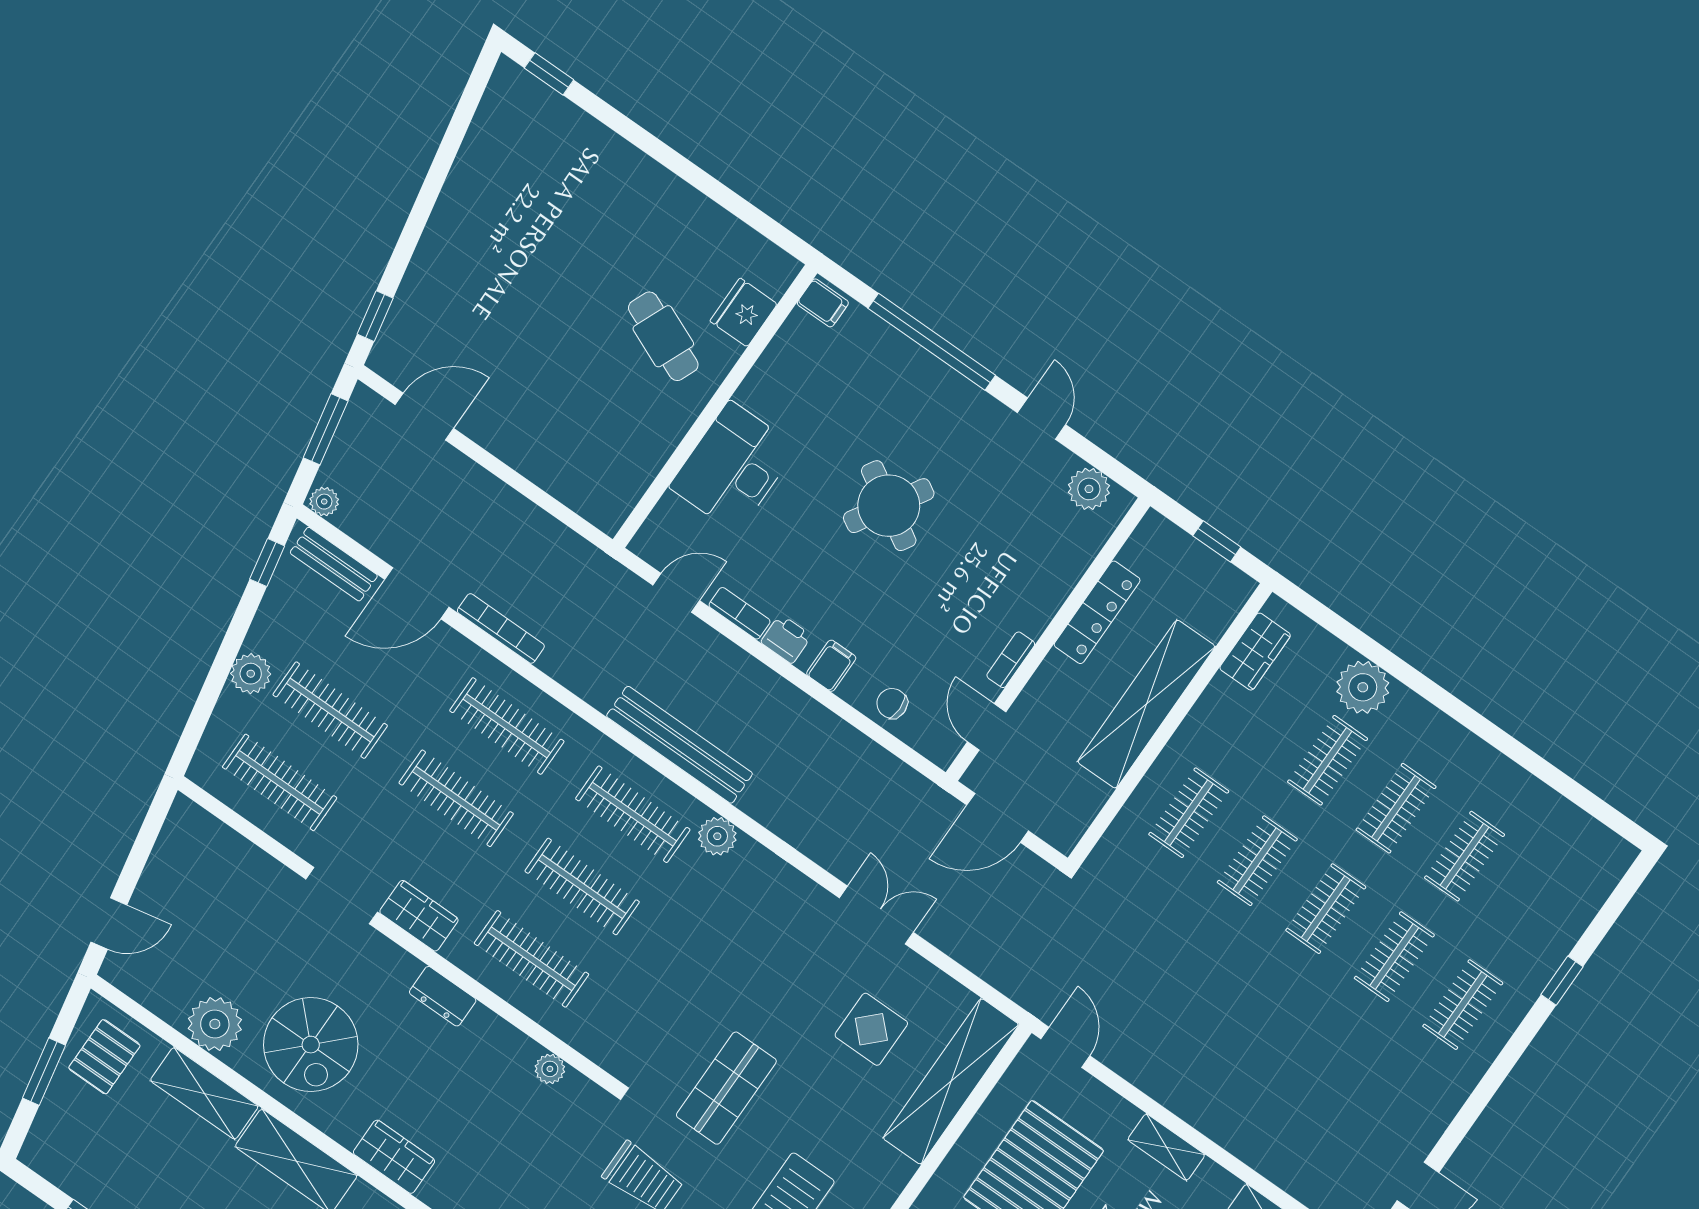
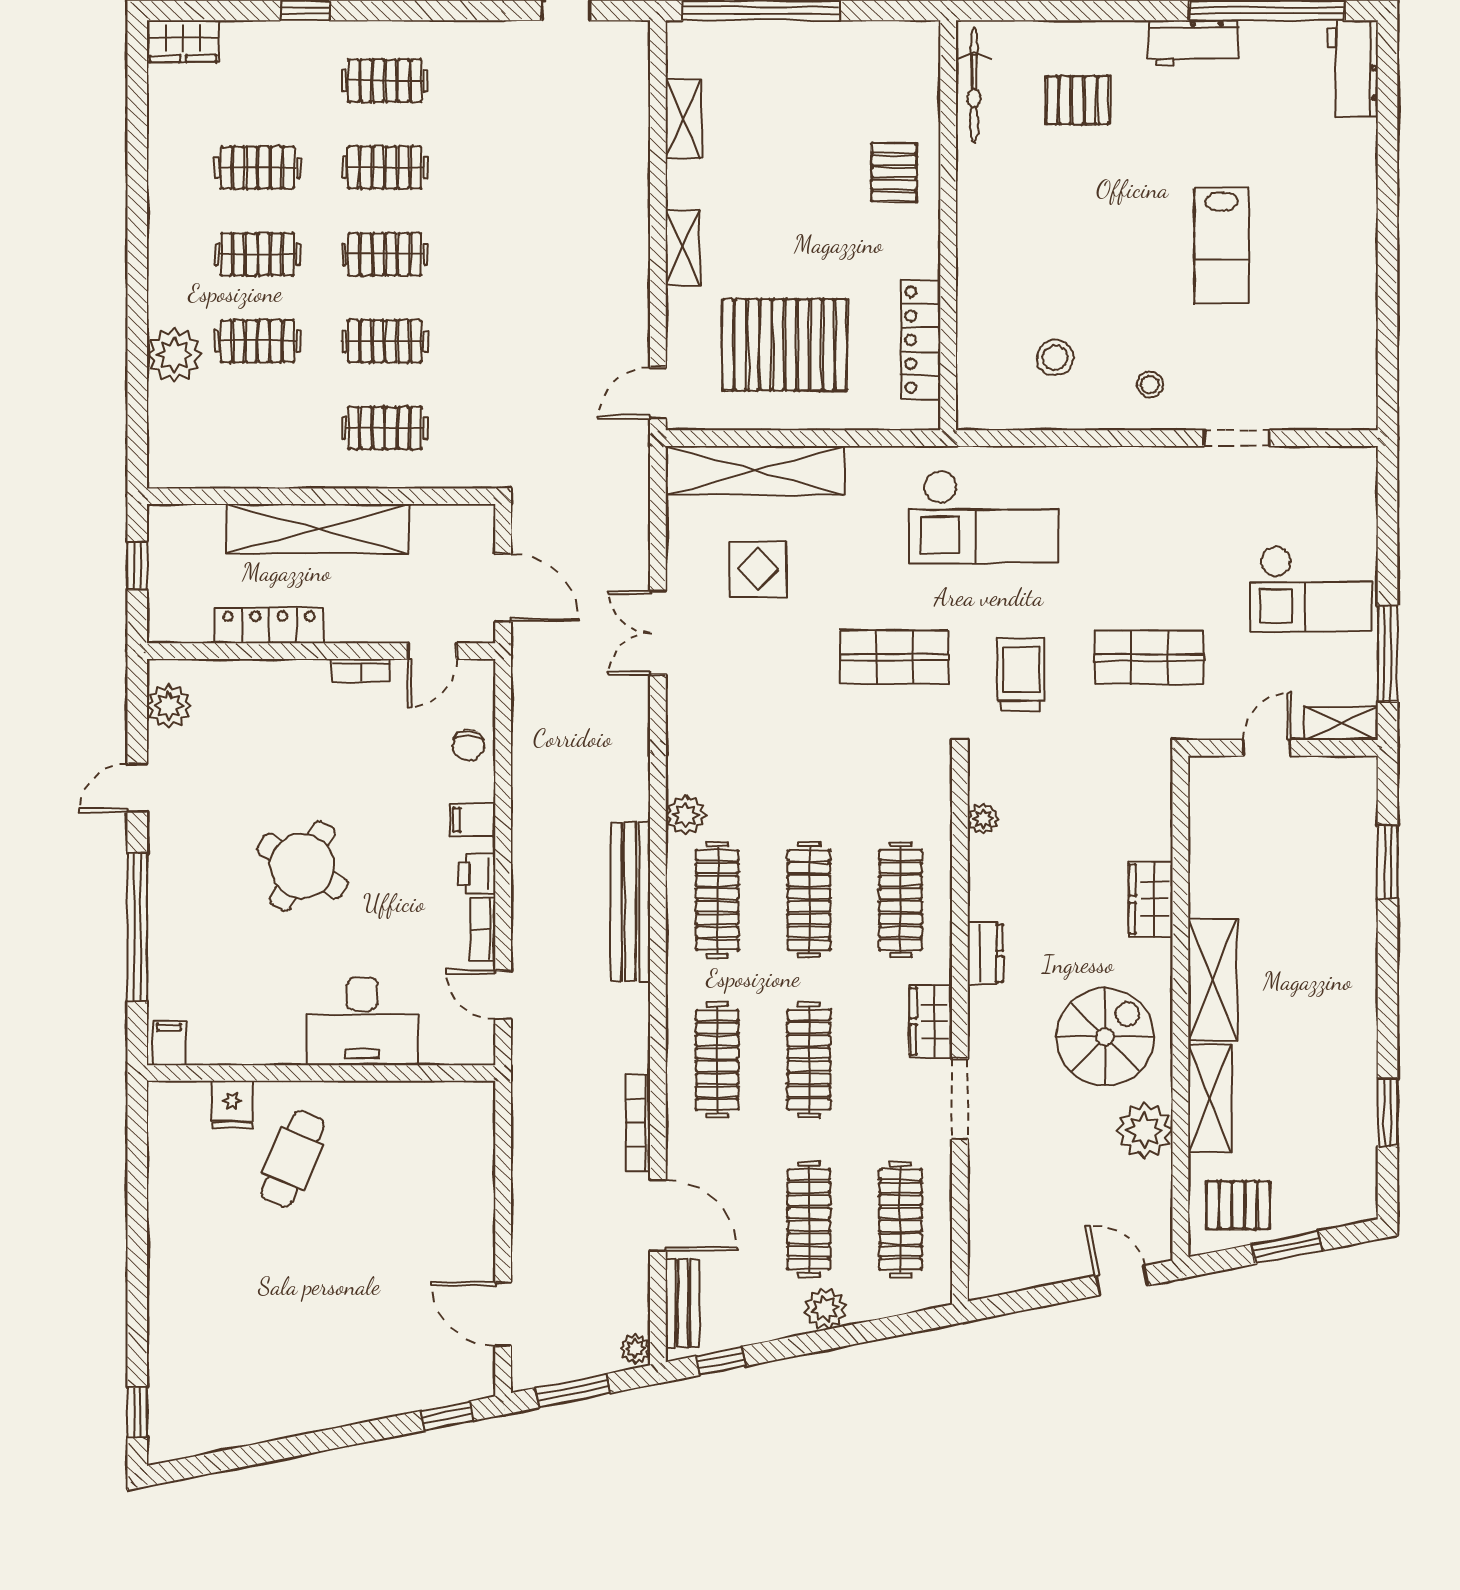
fridge: (744, 312) -> (232, 1105), width x0.72
wardrobe: (1255, 652) -> (183, 41), moved, turned 180

